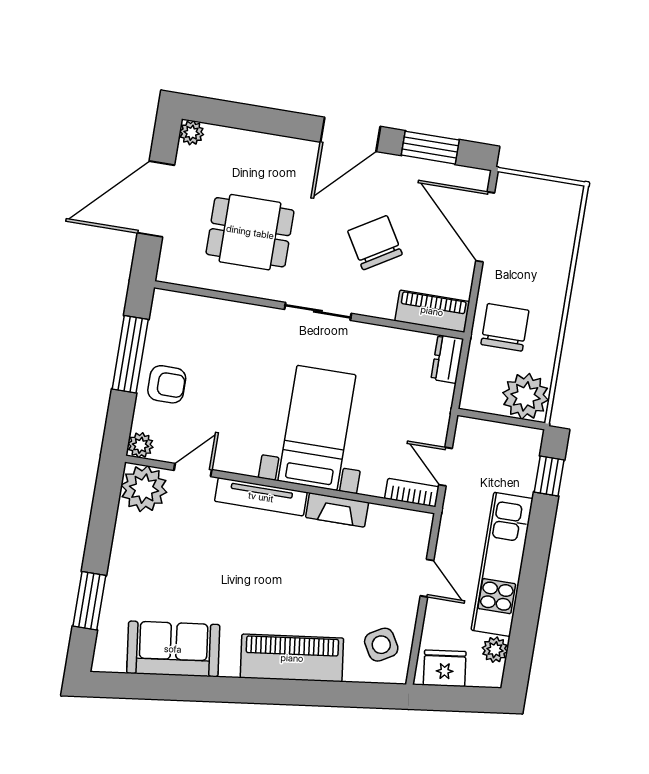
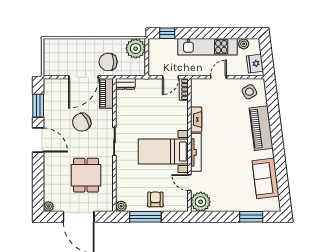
door: (485, 227) -> (83, 77), moved
bed with nightstands: (317, 428) -> (163, 152), moved
plant: (141, 445) -> (121, 206), moved

